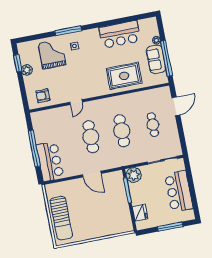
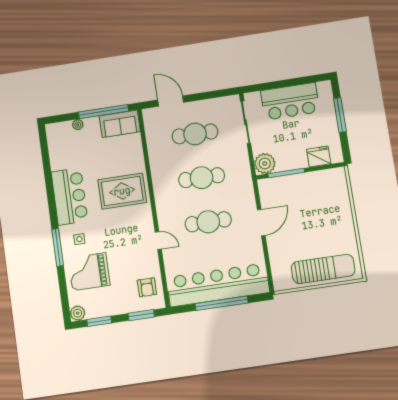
bar counter: (120, 34) -> (70, 196), moved
sofa: (156, 59) -> (120, 124), moved
plant: (27, 70) -> (78, 313), moved
rug: (124, 76) -> (122, 191), moved, turned 90
window: (23, 93) -> (141, 315), added
cafe table: (153, 125) -> (195, 134), width x1.37, depth x1.35
bar counter: (50, 161) -> (218, 285), width x1.86

